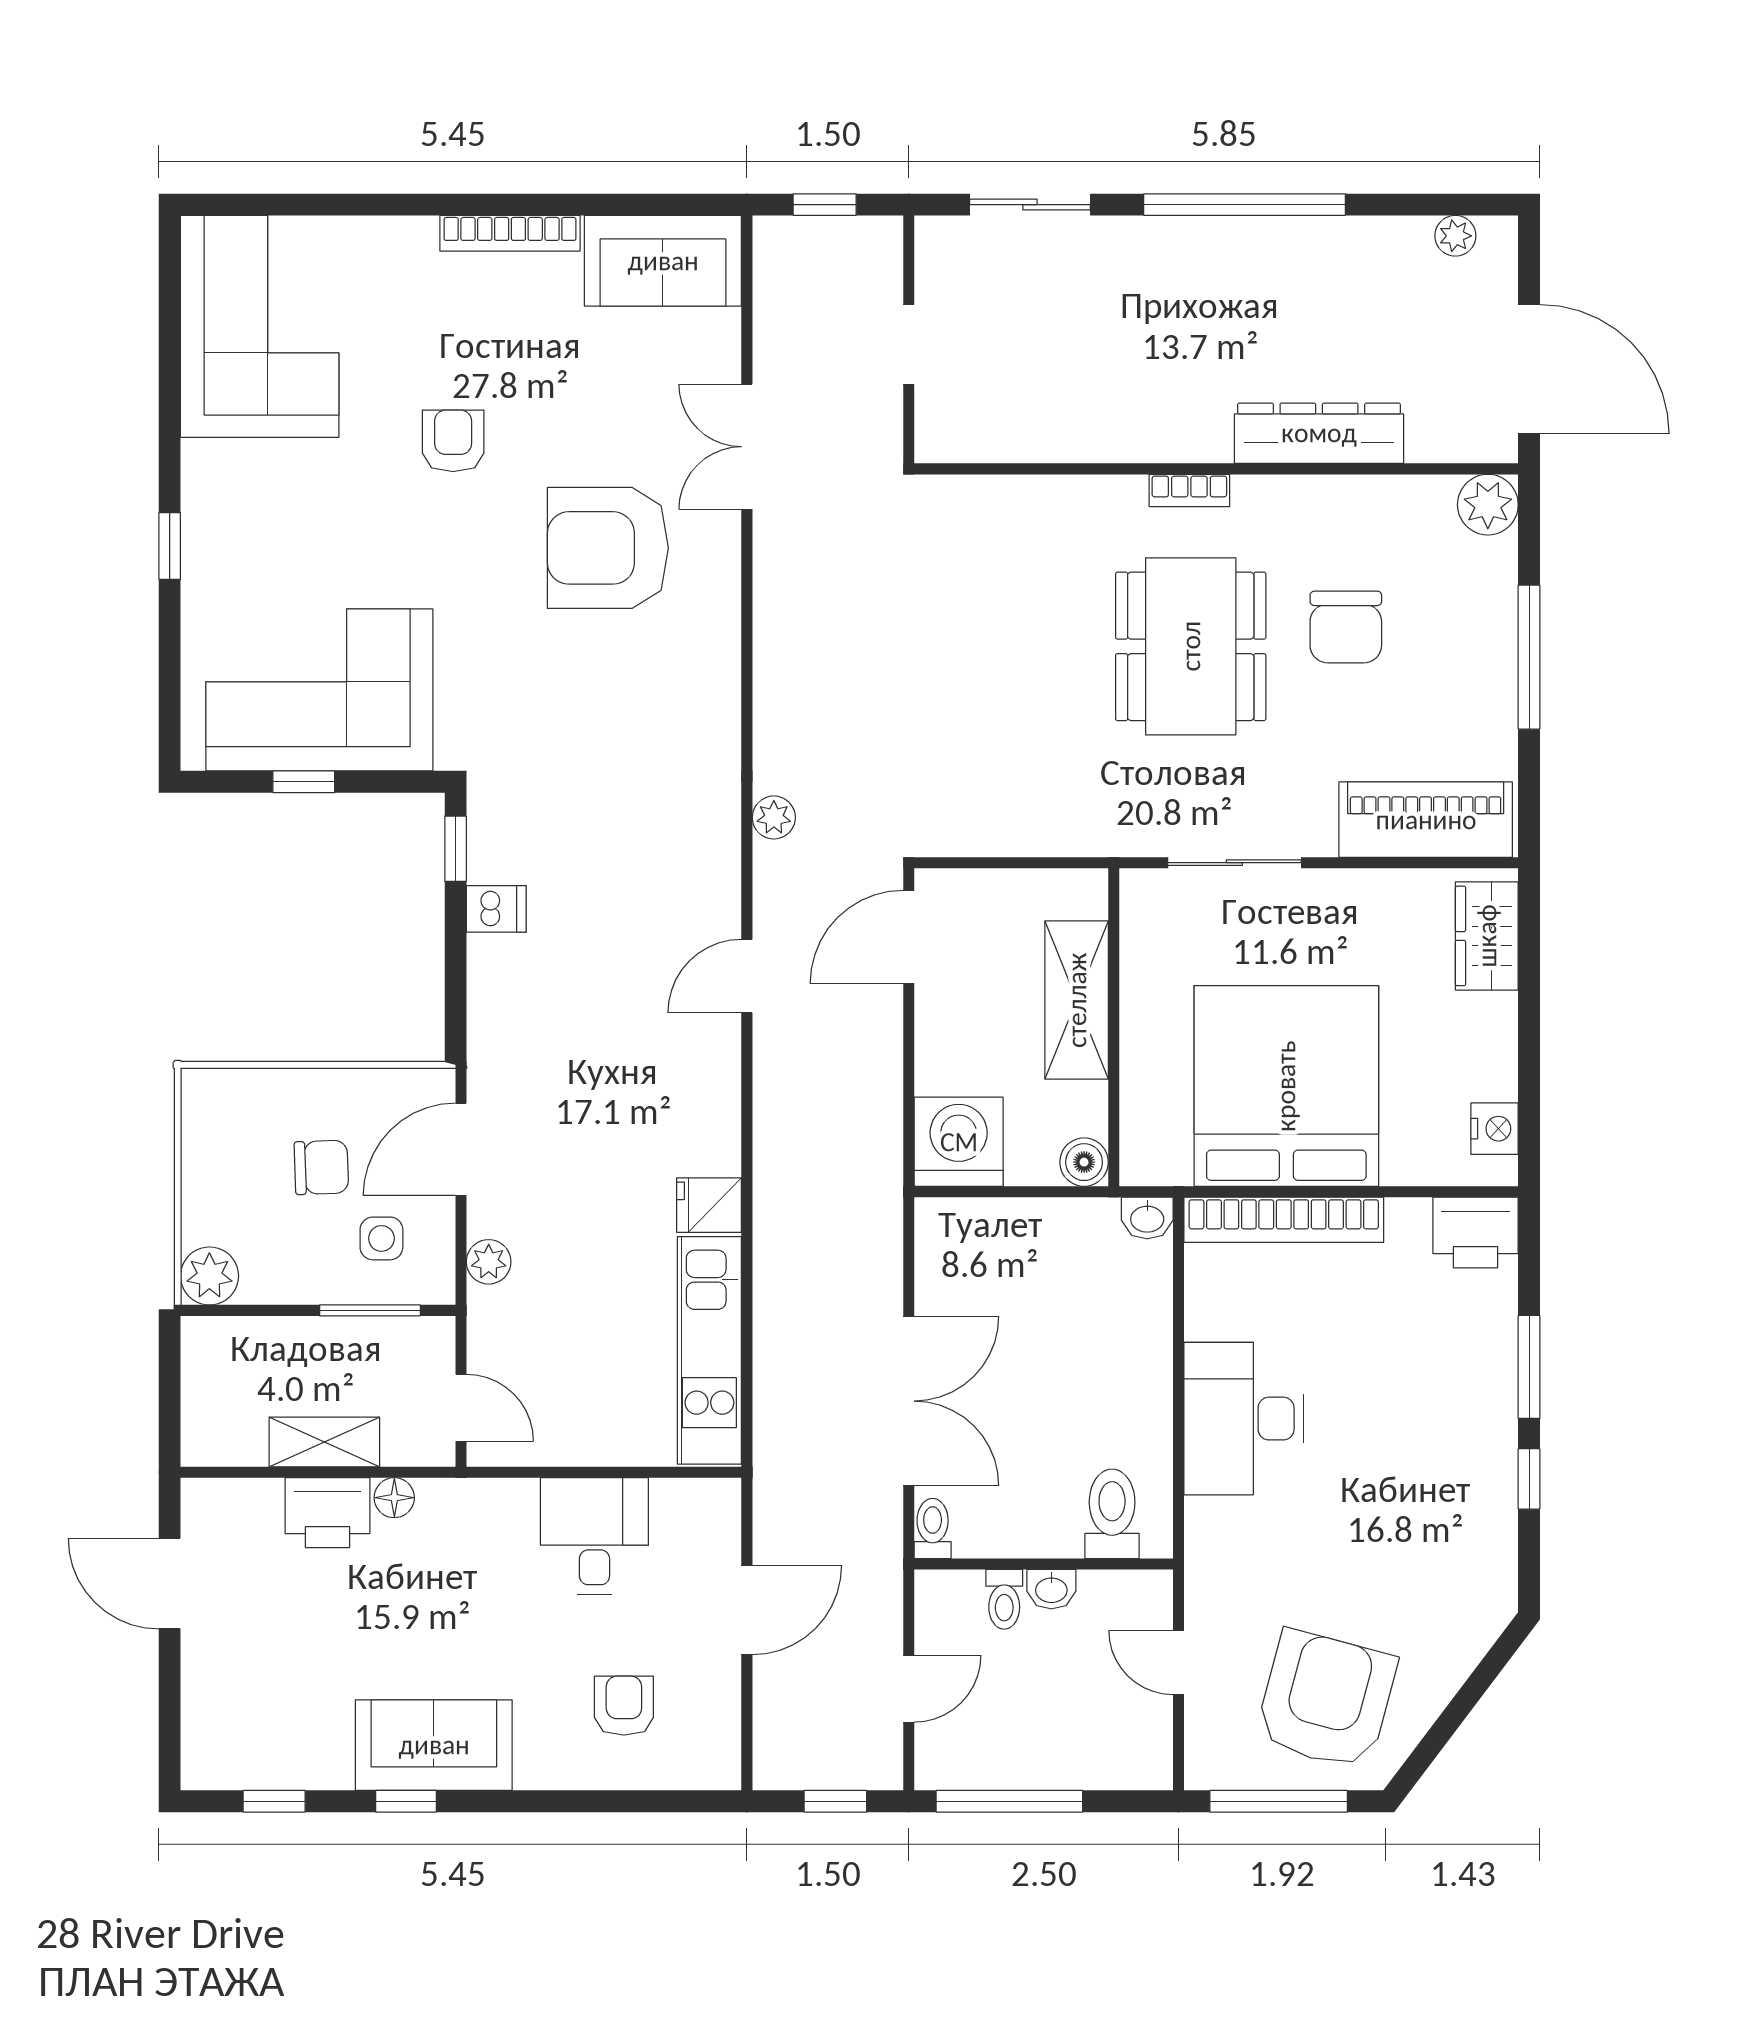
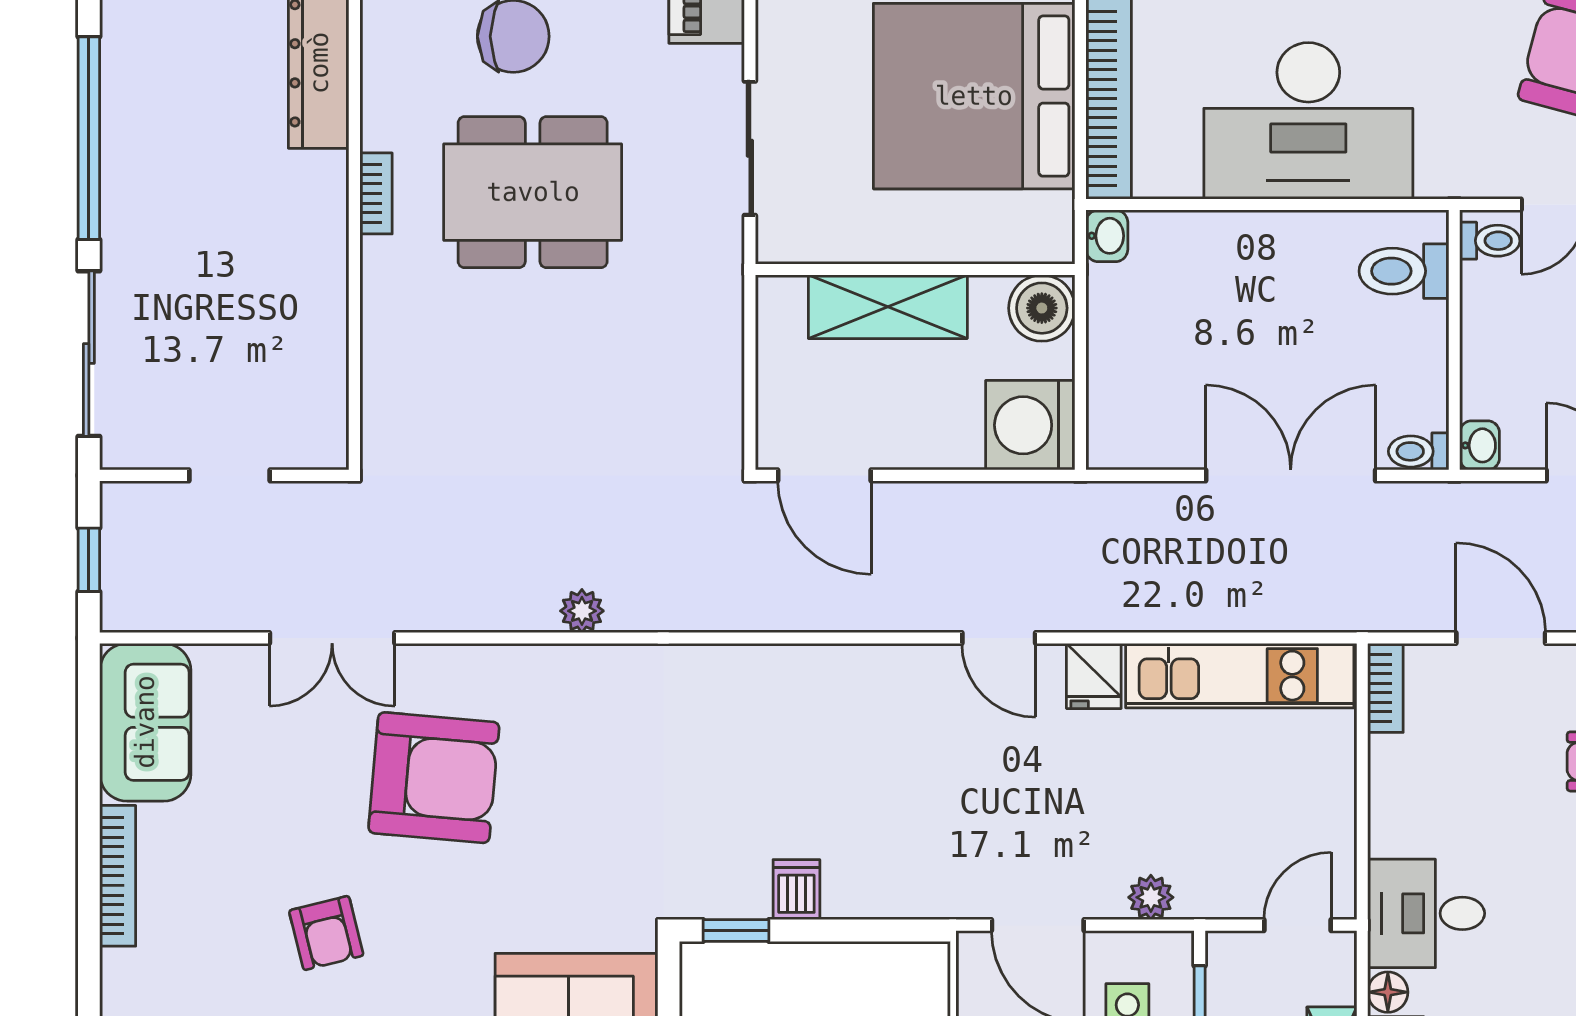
sliding door: (1030, 205) -> (89, 354), width x1.37
armchair: (453, 441) -> (326, 933), turned -104
armchair: (608, 548) -> (434, 778), turned -85
plant: (774, 817) -> (582, 611), moved
door: (747, 976) -> (999, 638), moved
boiler: (1084, 1162) -> (1042, 308), width x1.36, depth x1.36
desk: (1244, 1419) -> (1308, 121), width x1.36, depth x1.30
bookcase: (697, 1495) -> (1385, 688), added
desk: (594, 1536) -> (1426, 913), moved
washbasin: (1051, 1589) -> (1480, 445), moved
toilet: (1004, 1599) -> (1490, 241), moved

